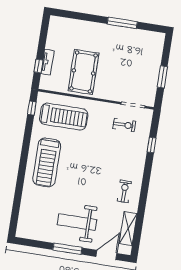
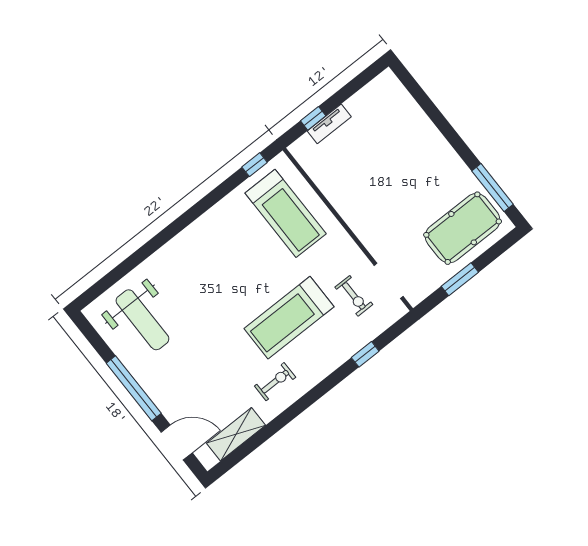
window: (122, 23) -> (493, 188), moved
pool table: (83, 72) -> (463, 228), moved
treadmill: (47, 162) -> (289, 318), moved
weight bench: (77, 222) -> (142, 320), moved, turned 180
window: (67, 249) -> (134, 388), width x1.46

